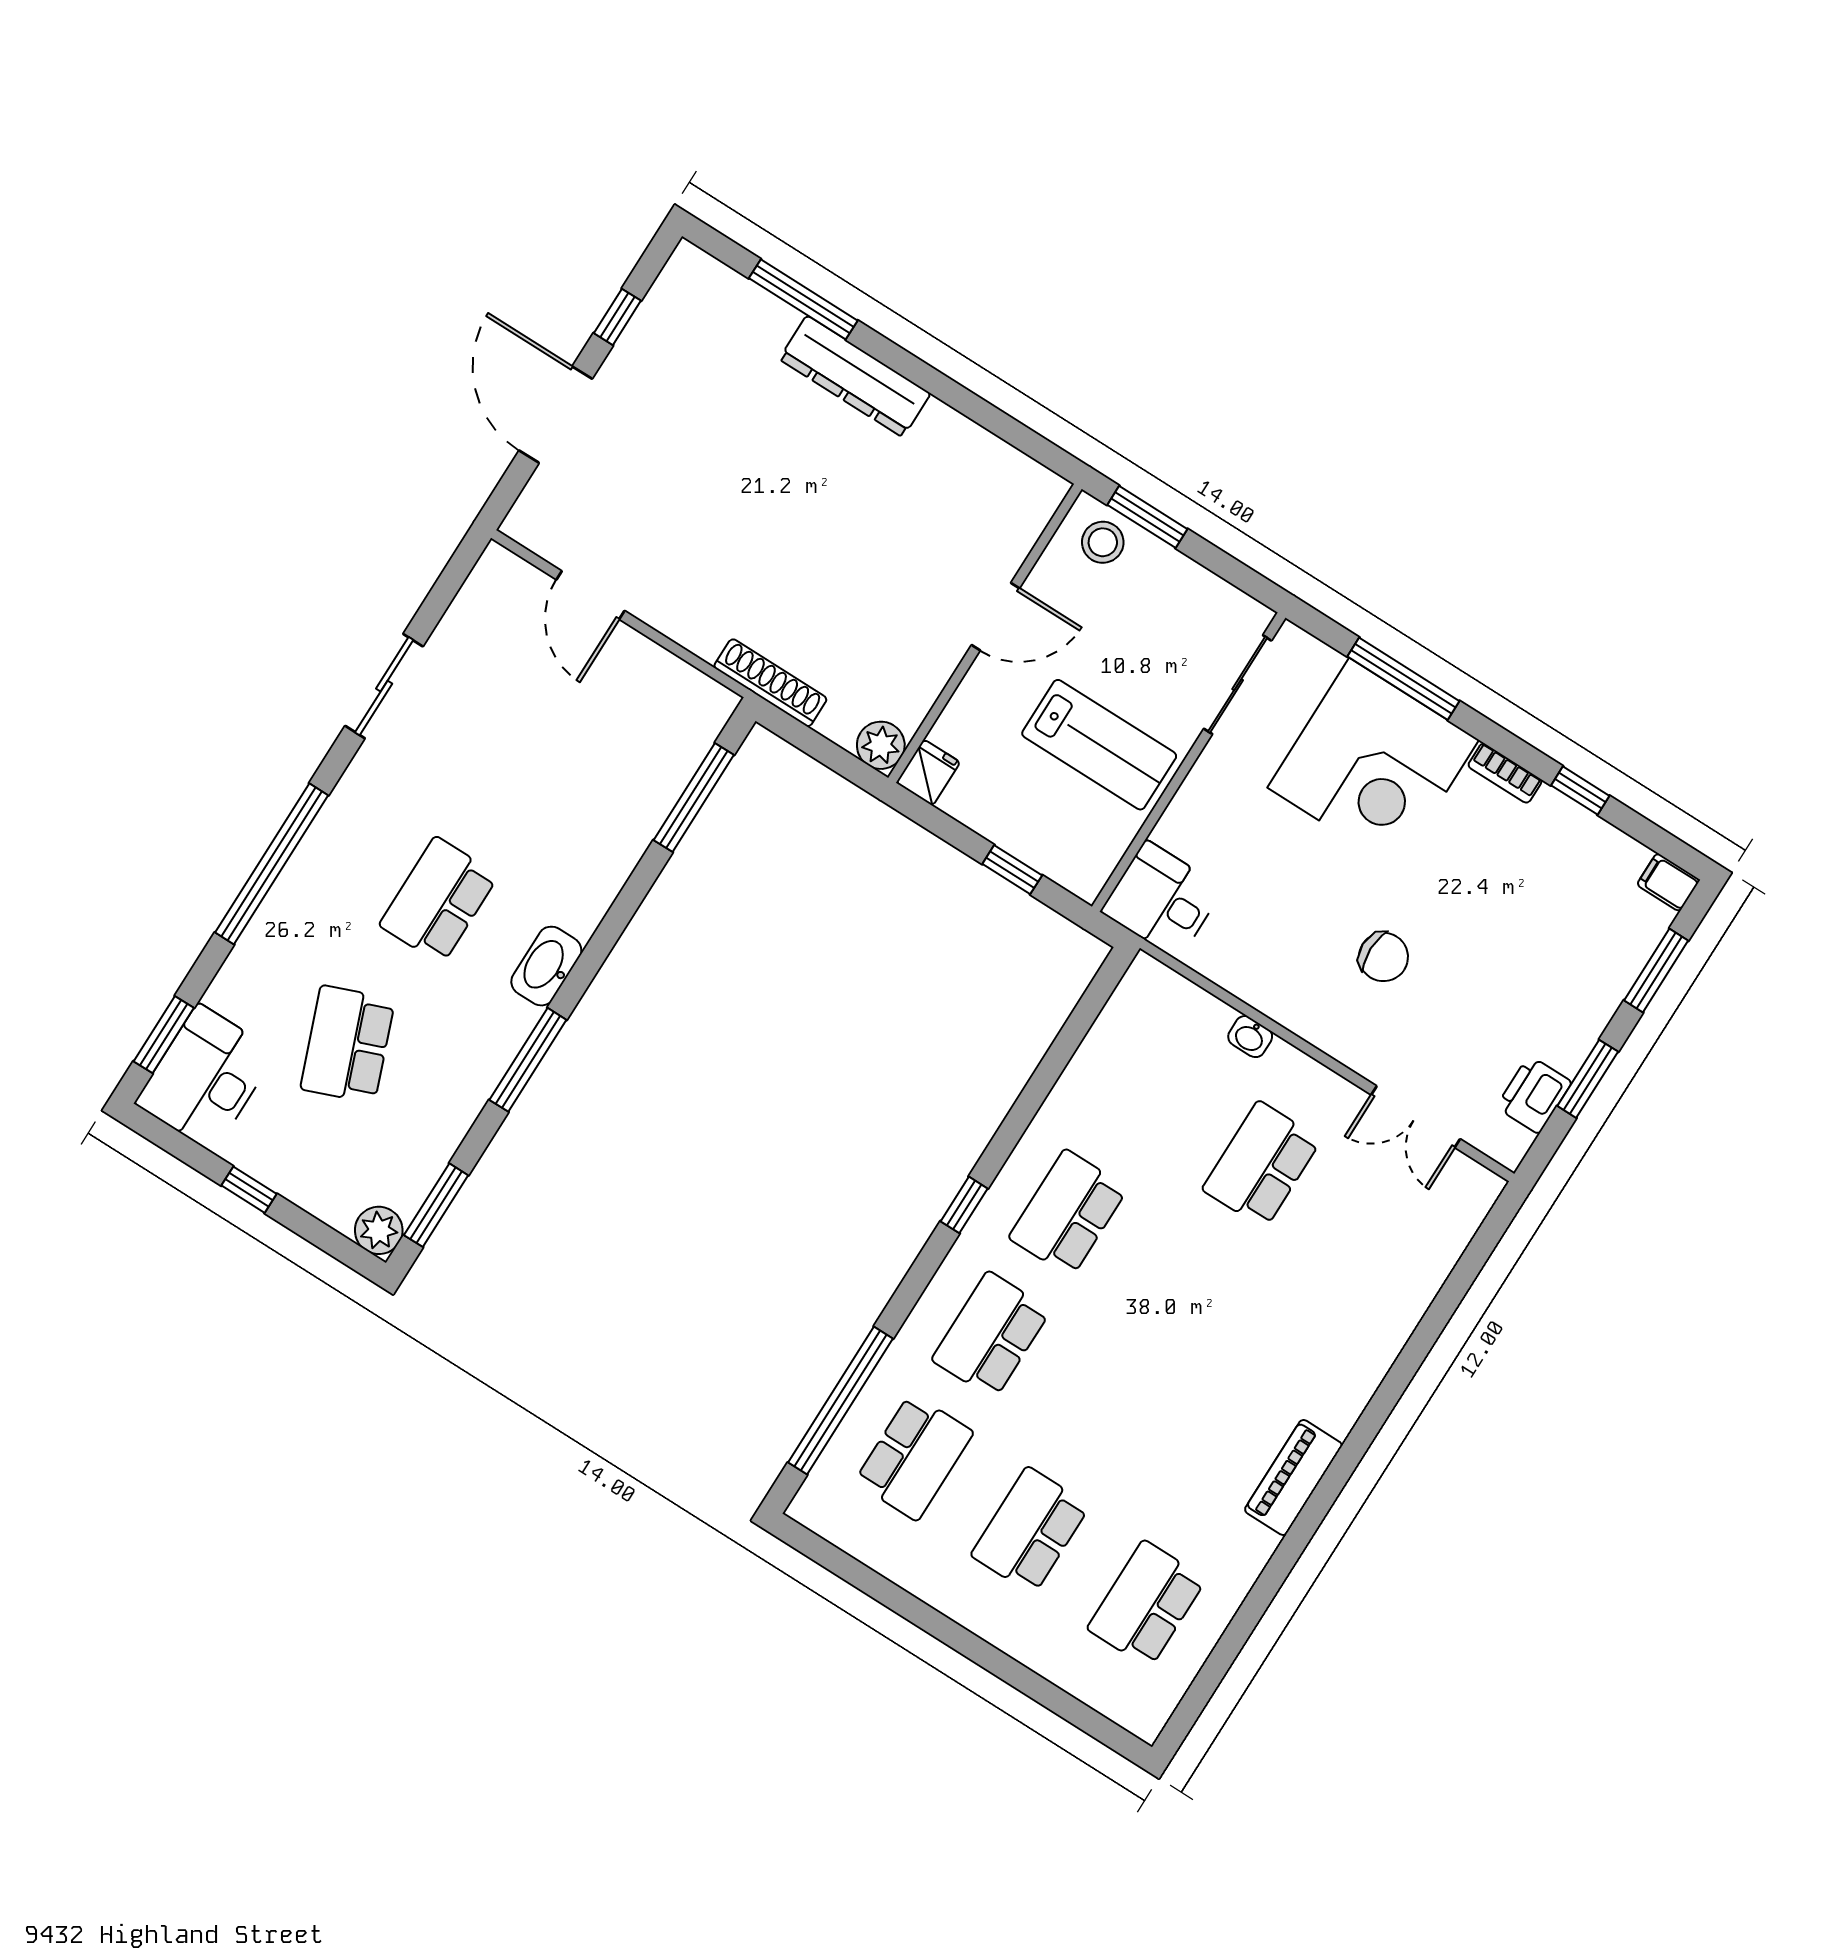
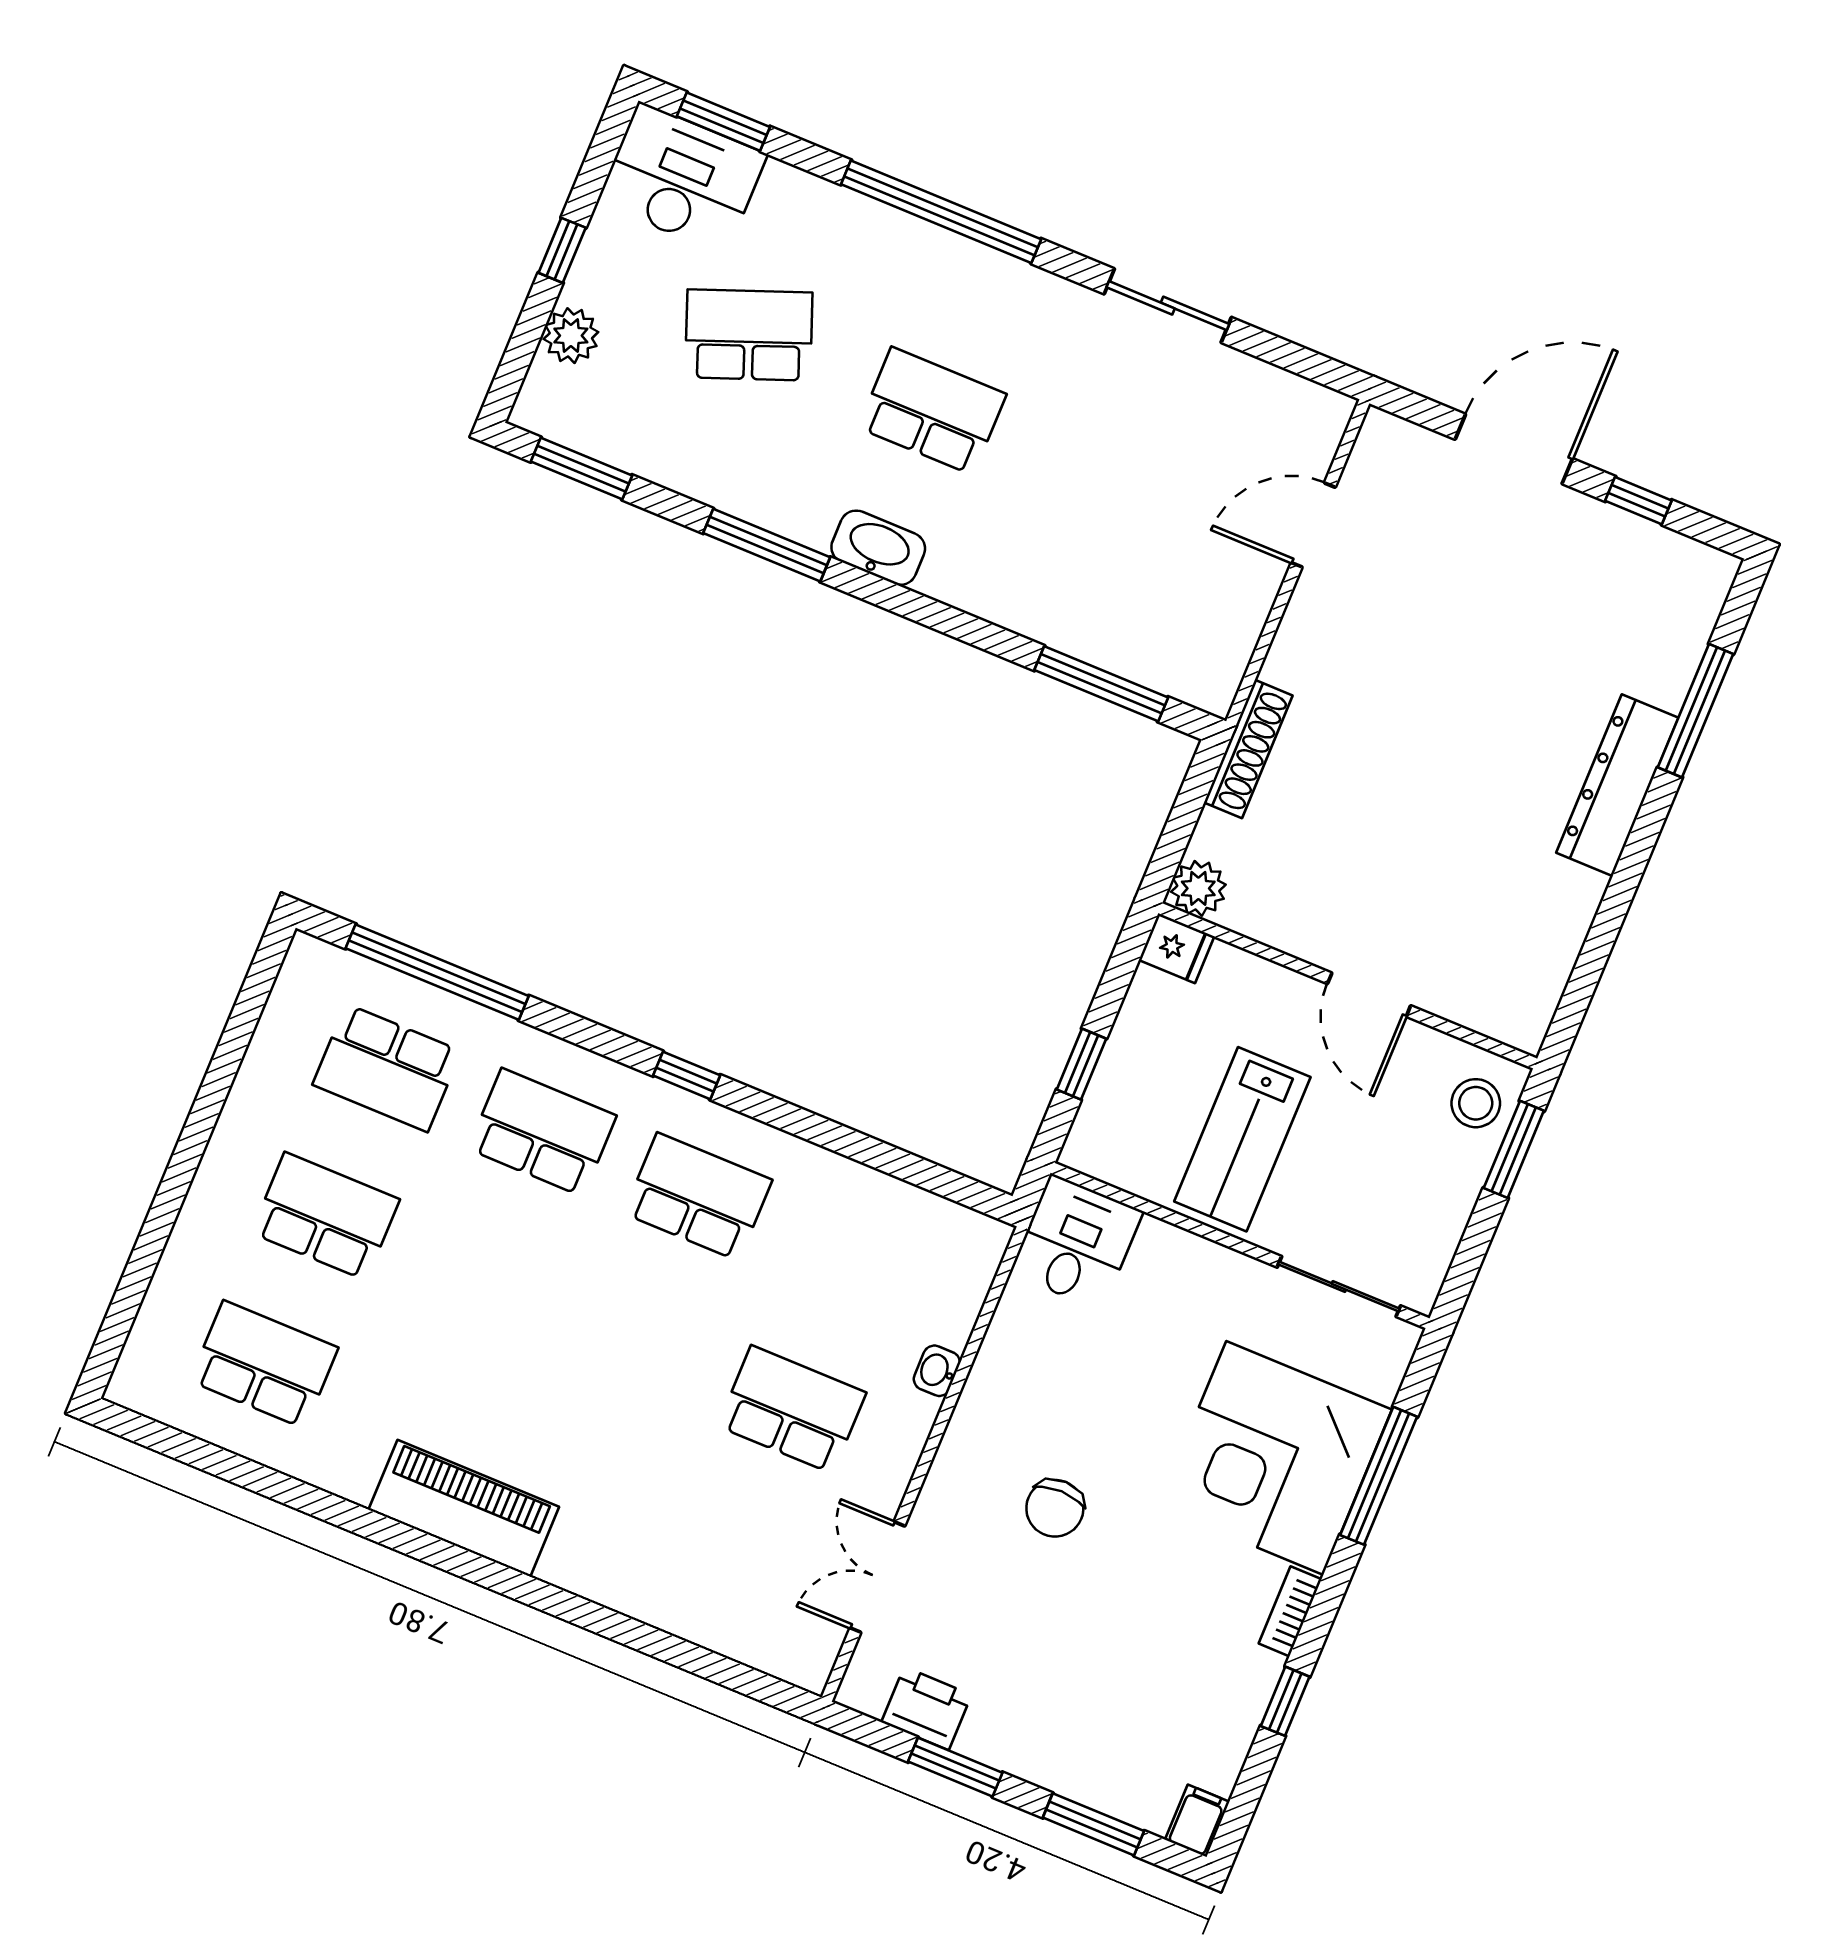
plant: (379, 1230) -> (571, 336), moved
piano: (1293, 1478) -> (464, 1508), width x1.37, depth x1.33

